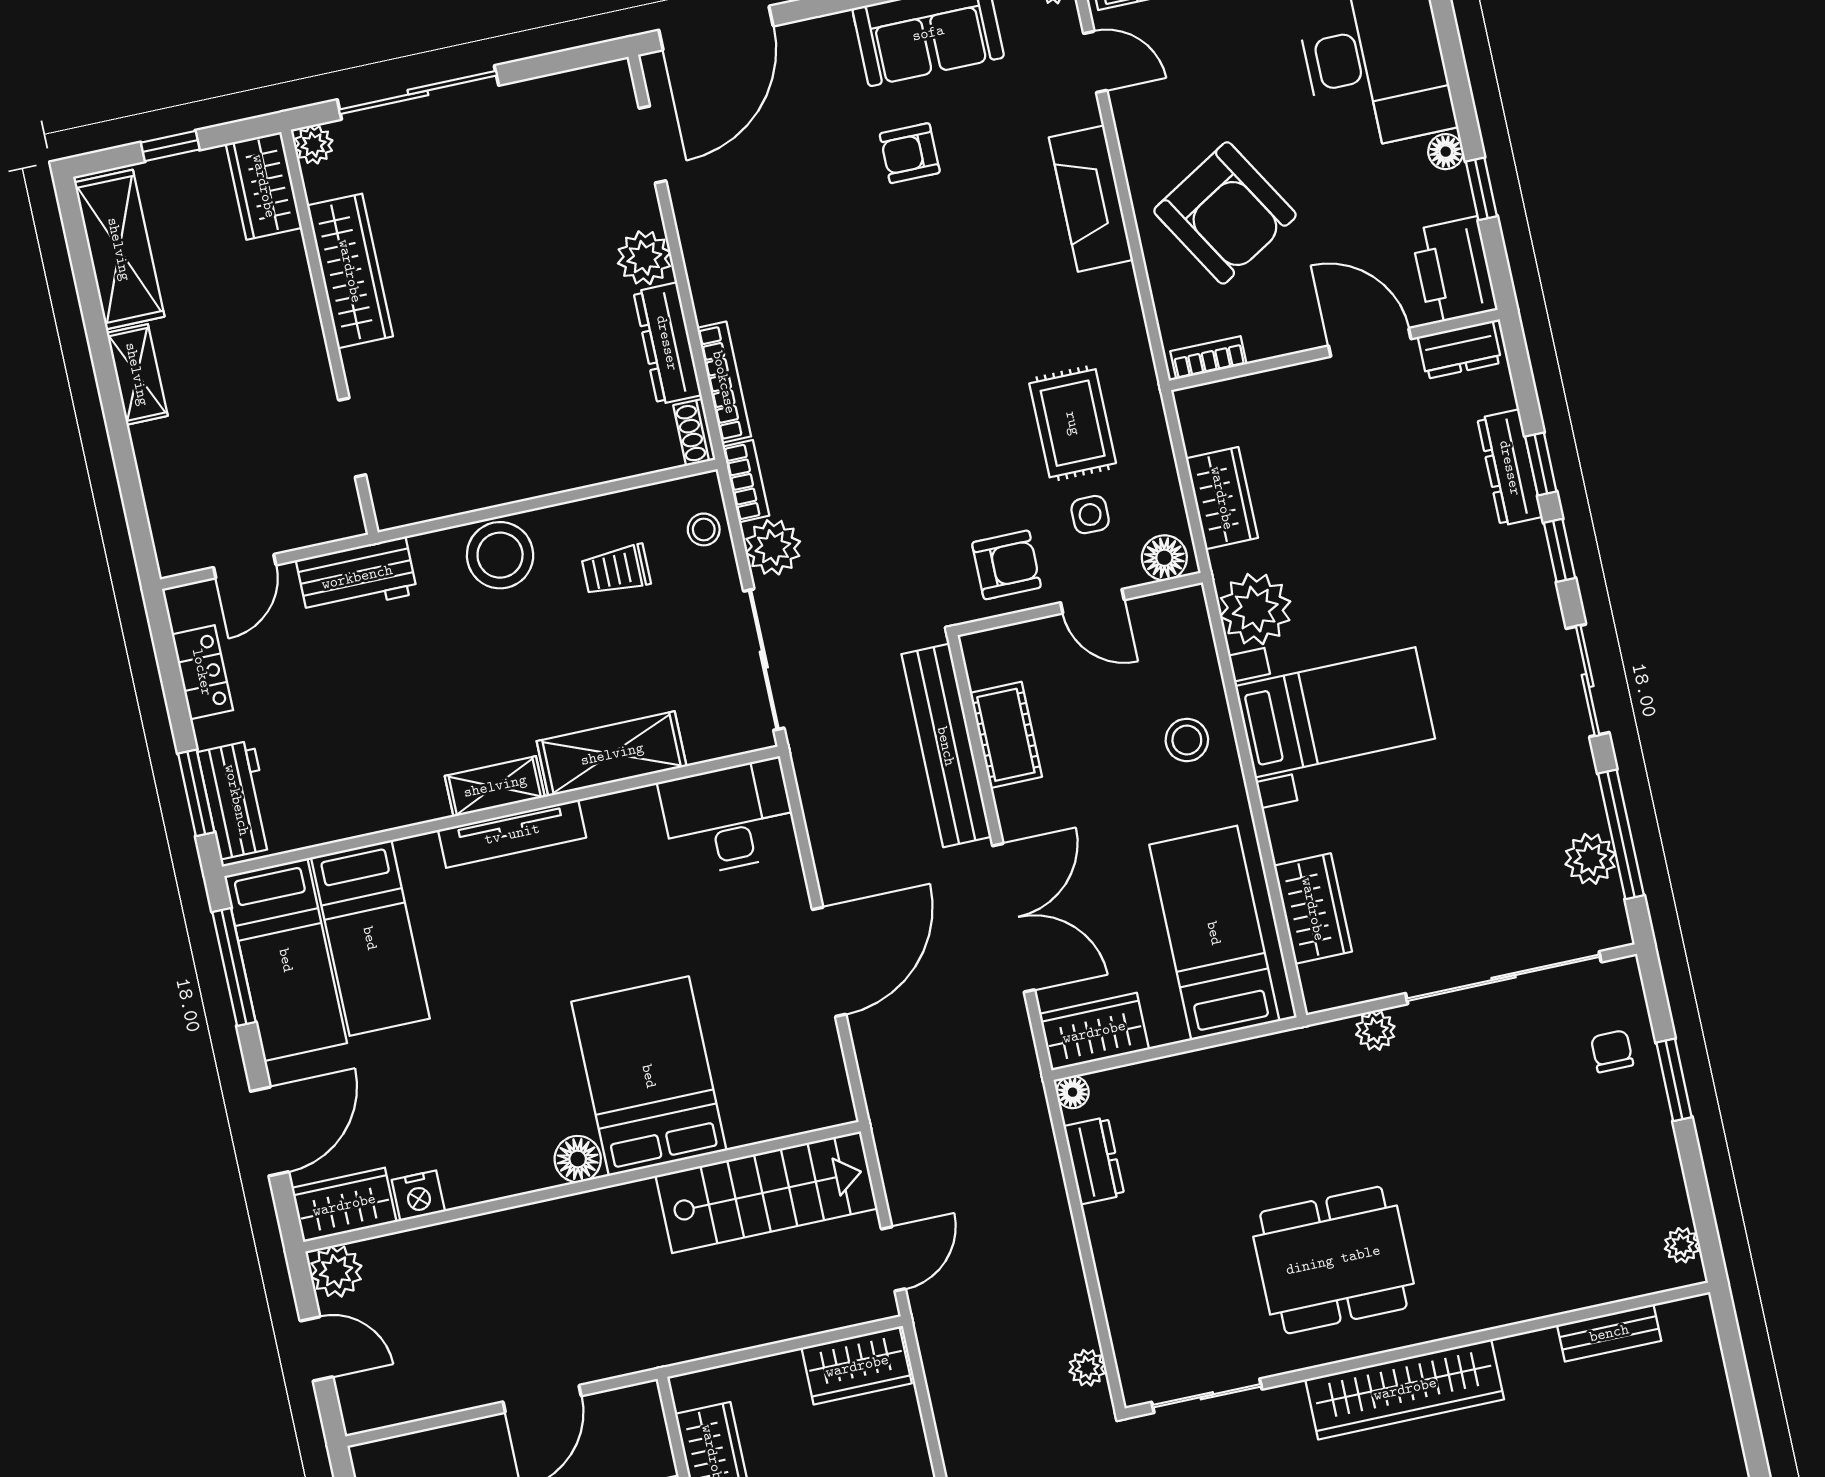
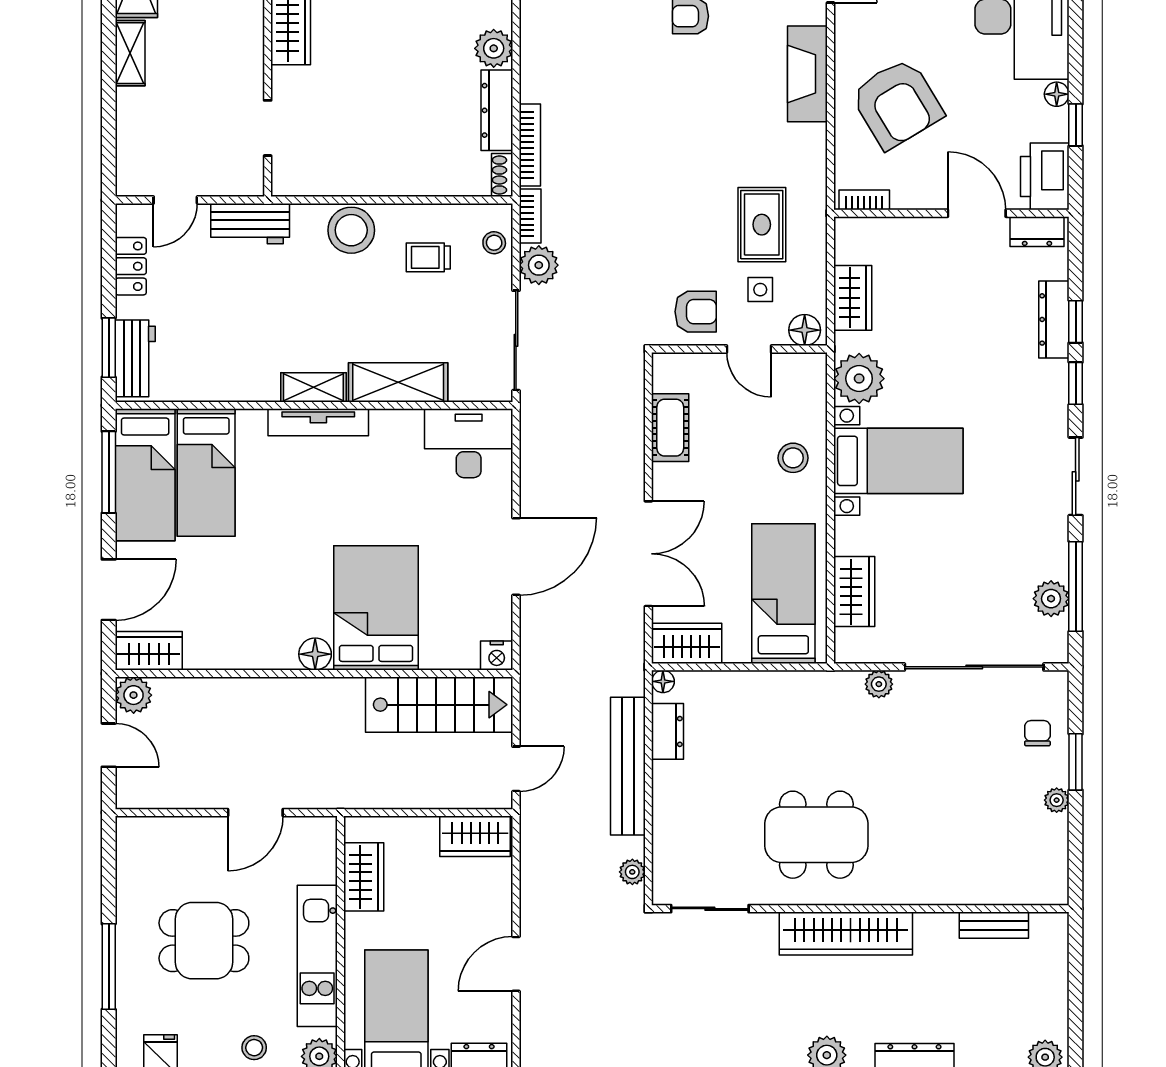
bench: (946, 746) -> (628, 766), moved
nightstand: (418, 1196) -> (497, 656), moved
plant: (1682, 1245) -> (1057, 800), moved

